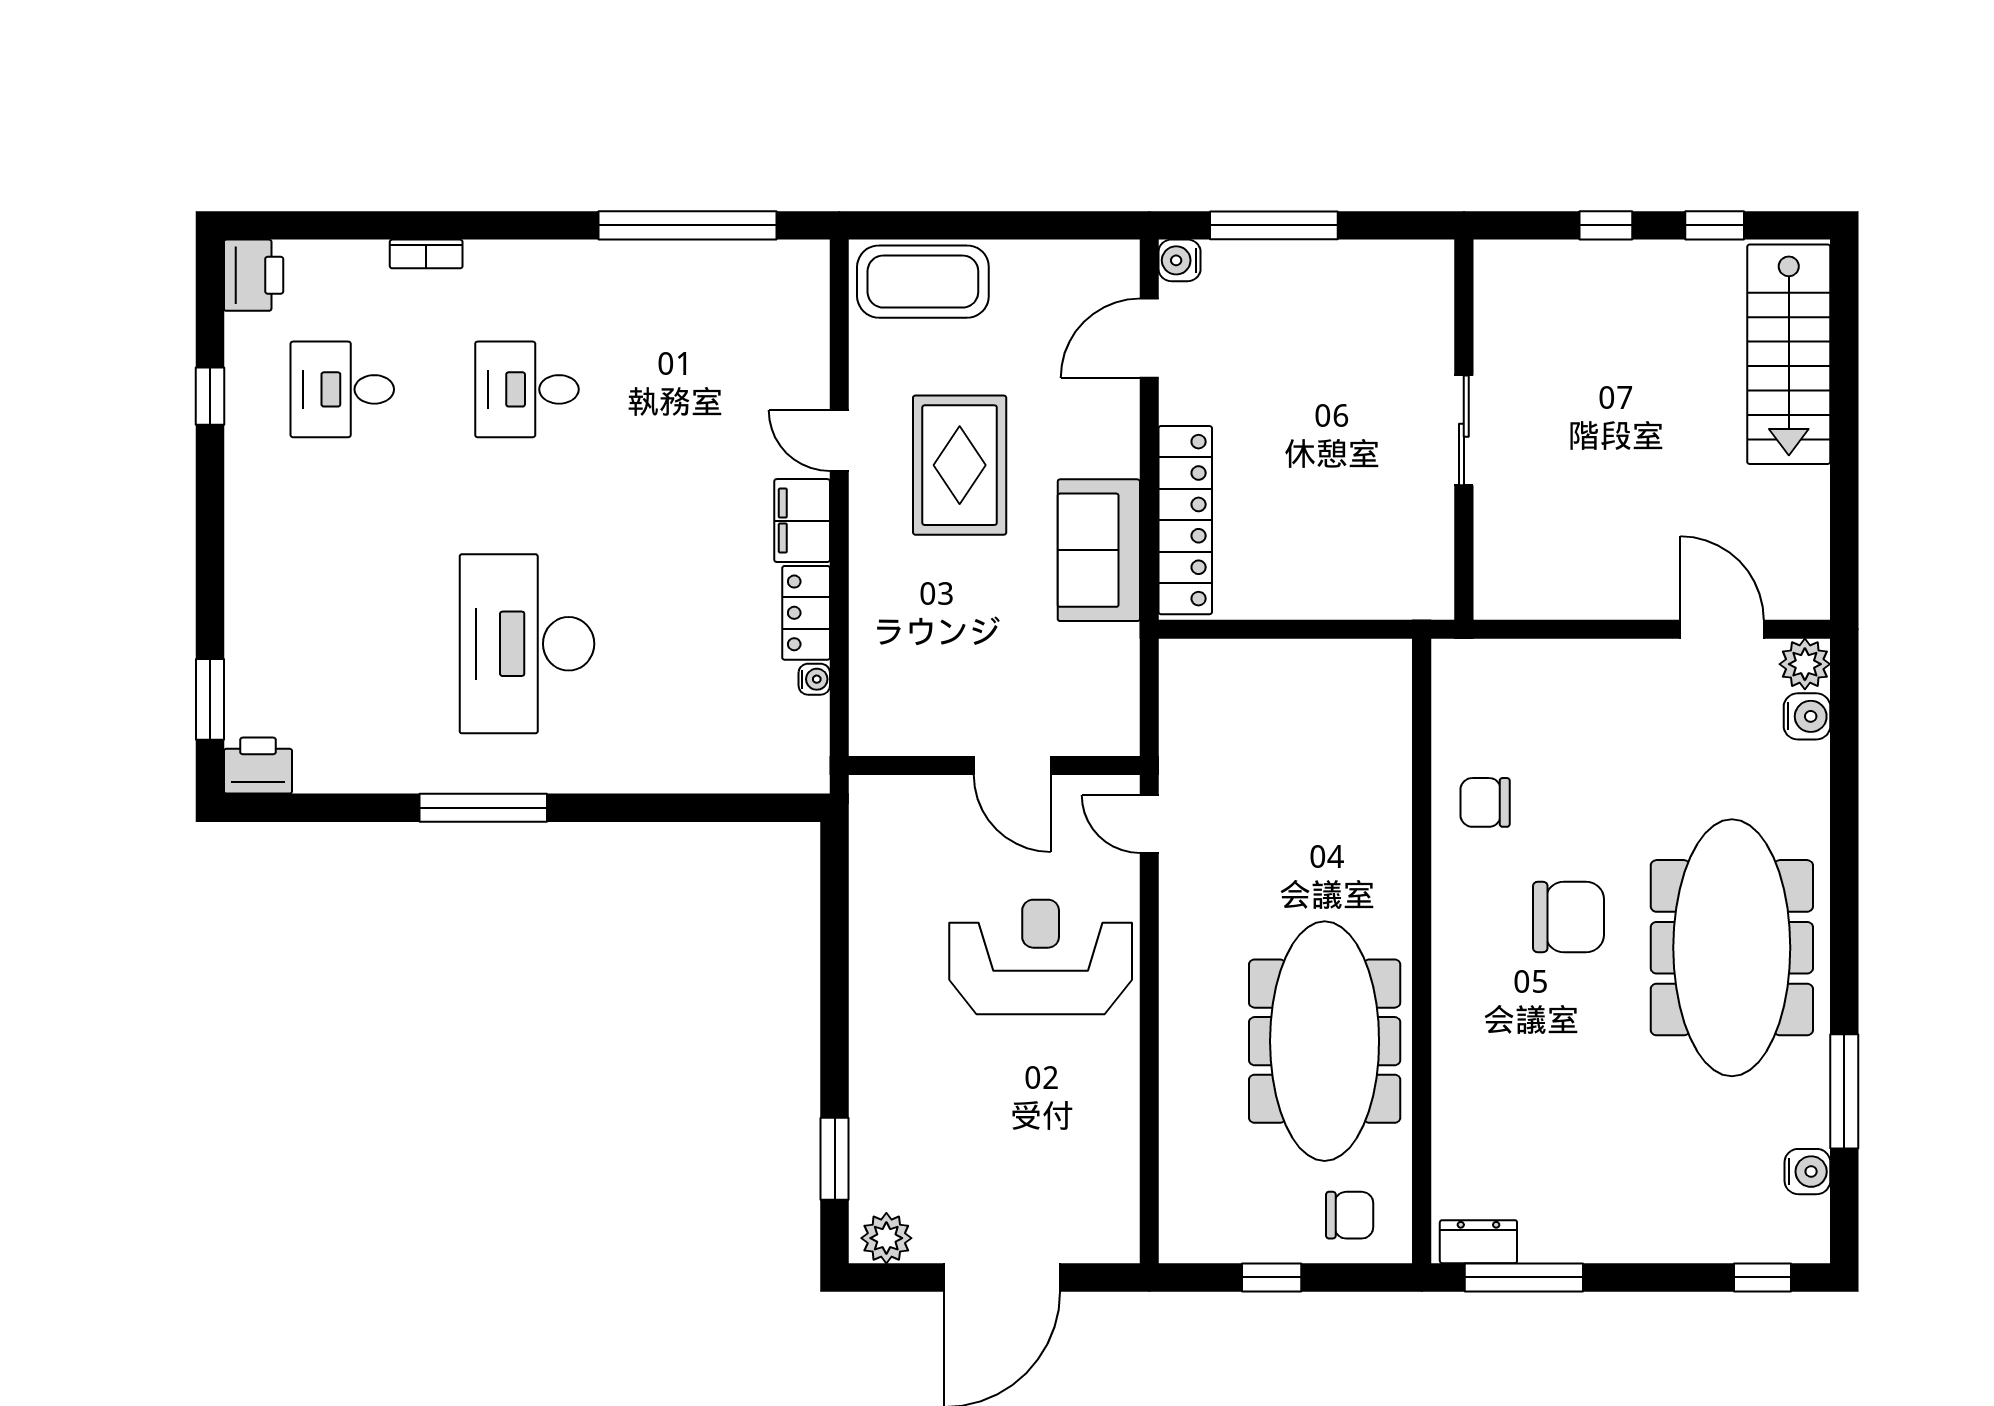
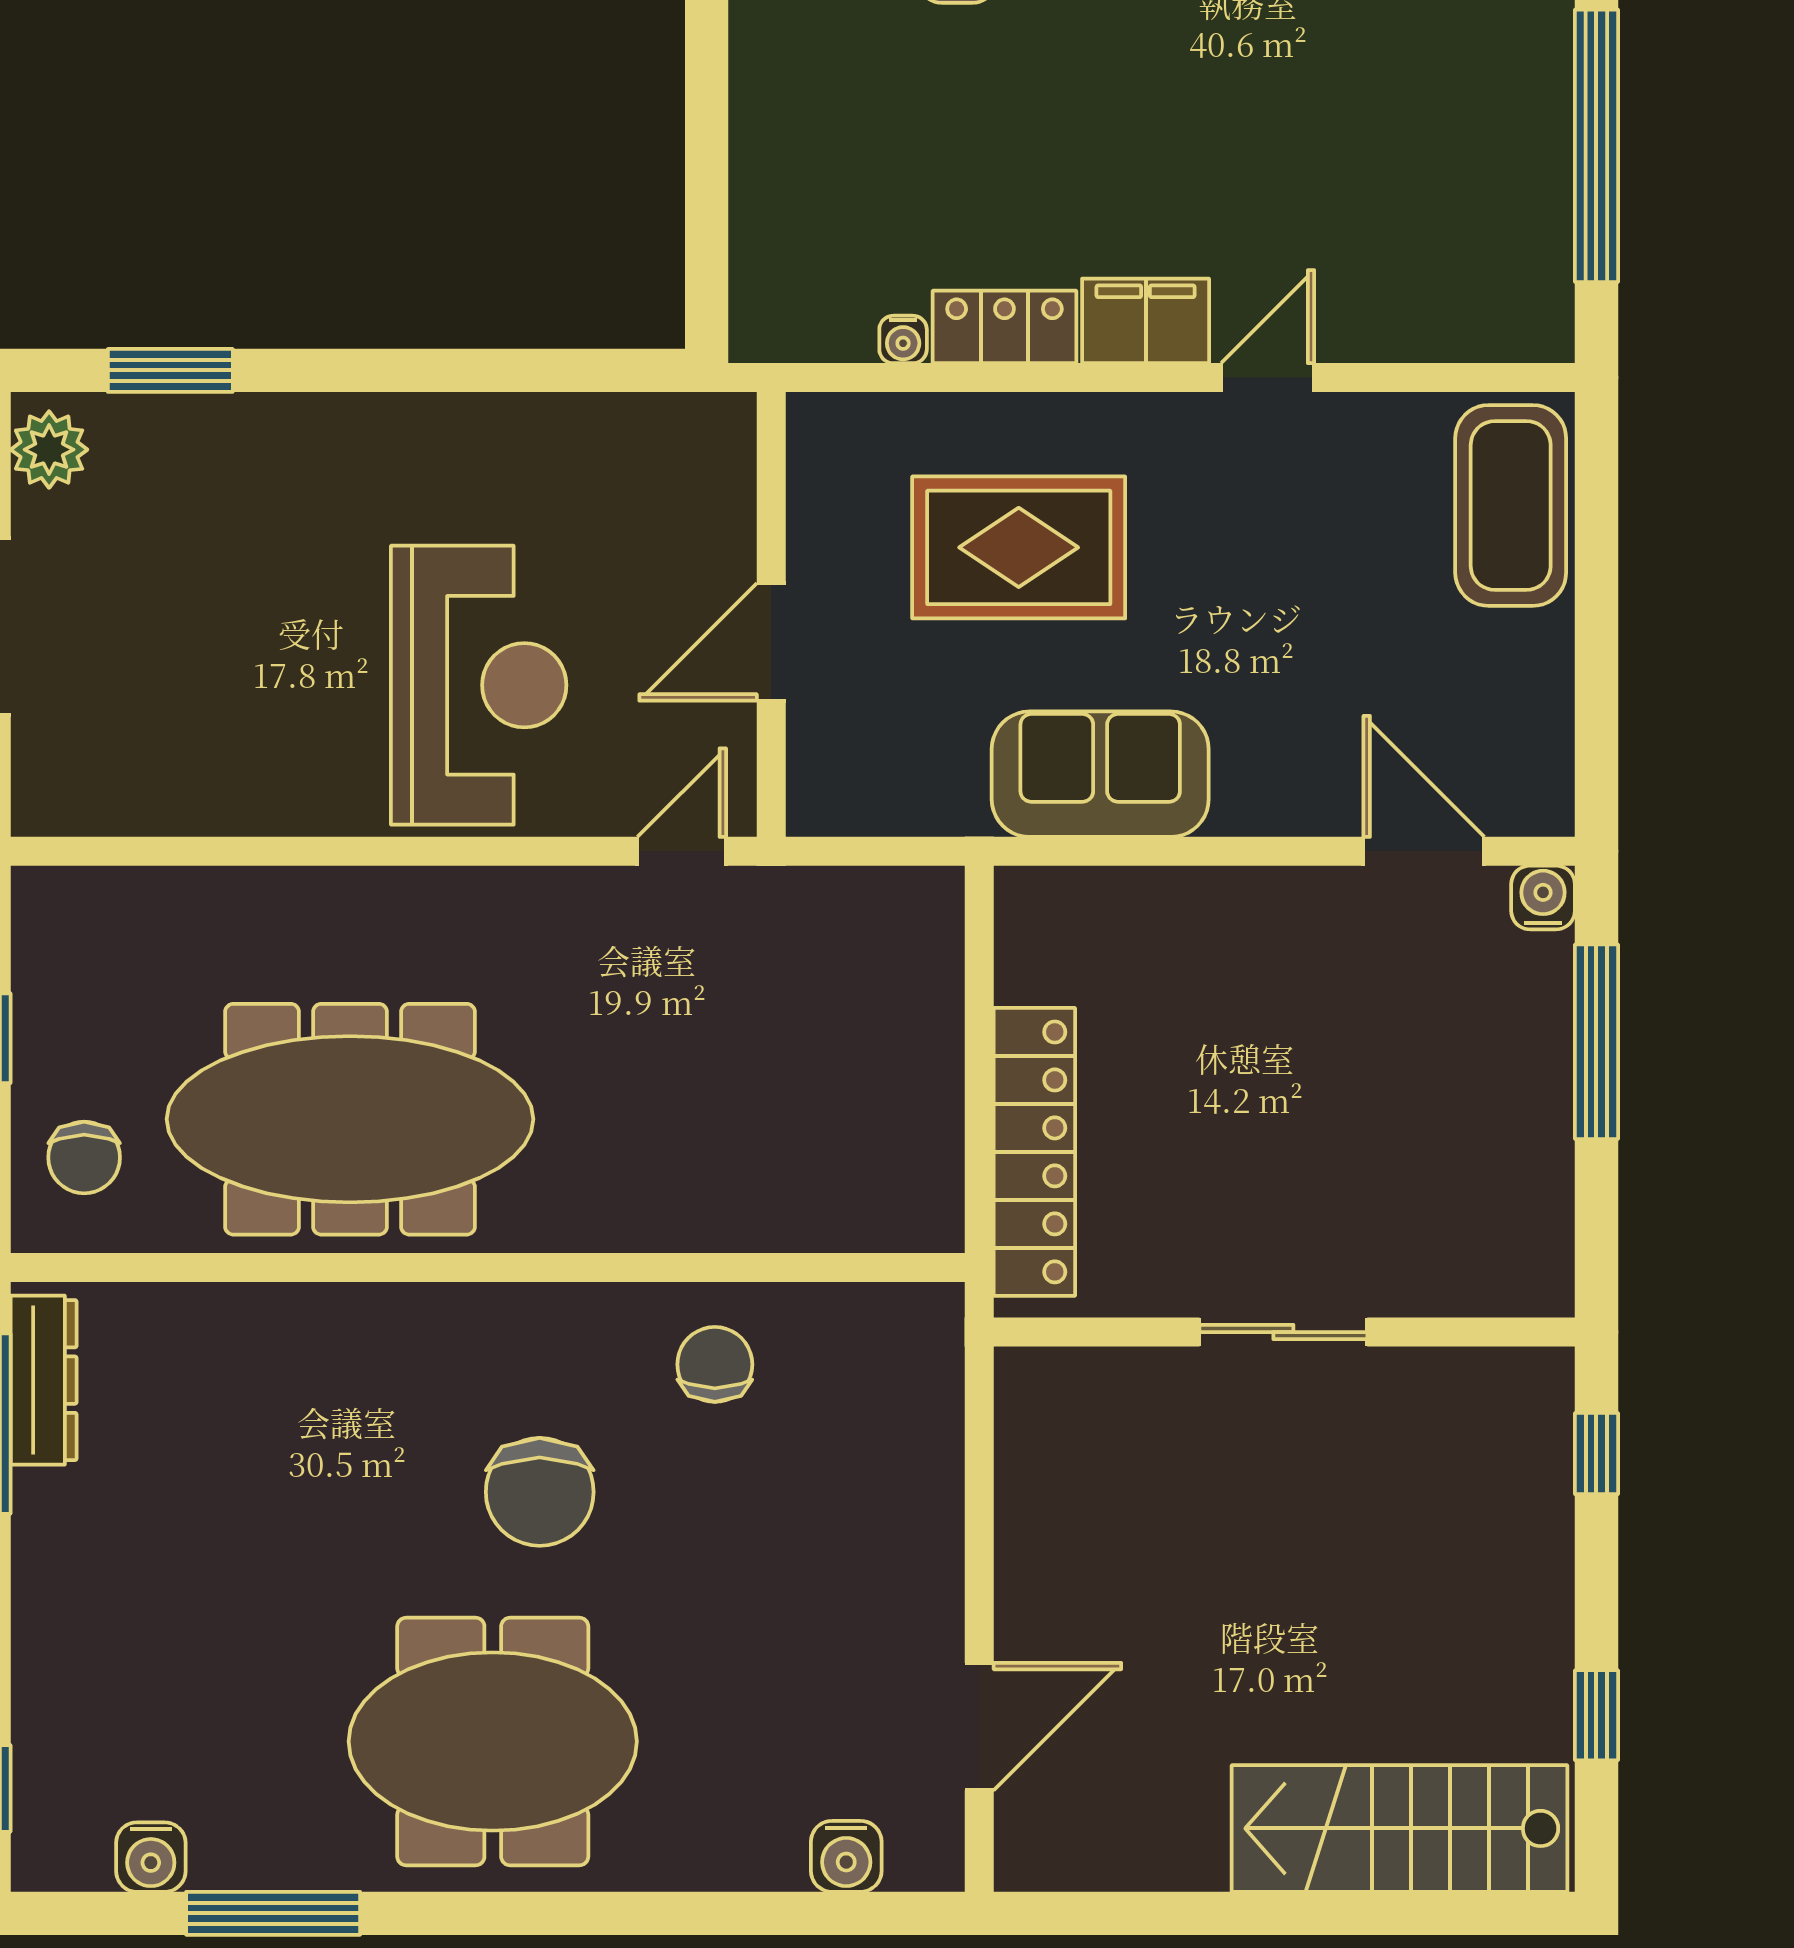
window: (1606, 225) -> (1596, 1454), moved
rug: (960, 465) -> (1019, 547), moved
locker: (1185, 520) -> (1034, 1152), moved, turned -90
plant: (1805, 664) -> (926, 1853), removed
meeting table: (1732, 948) -> (493, 1741), width x0.73
dresser: (1478, 1242) -> (44, 1380), width x1.44

